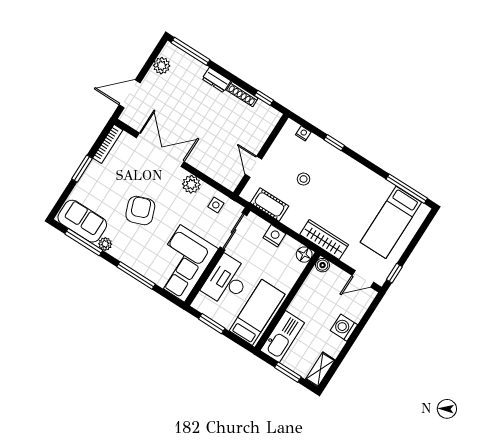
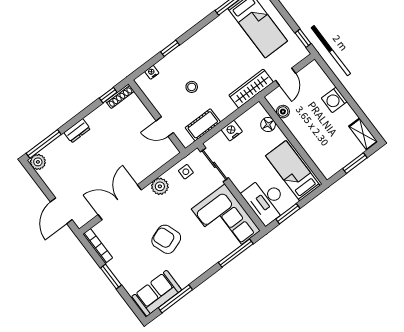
plant: (162, 66) -> (38, 162), moved
shoe rack: (242, 94) -> (120, 96), moved
plant: (105, 244) -> (184, 281), removed
floor lamp: (304, 255) -> (268, 125), moved
boiler: (323, 265) -> (283, 112), moved
window: (136, 275) -> (236, 253), moved
door: (363, 279) -> (286, 77), moved
desk: (227, 281) -> (266, 200), moved
kitchen sink: (282, 337) -> (322, 156), removed

